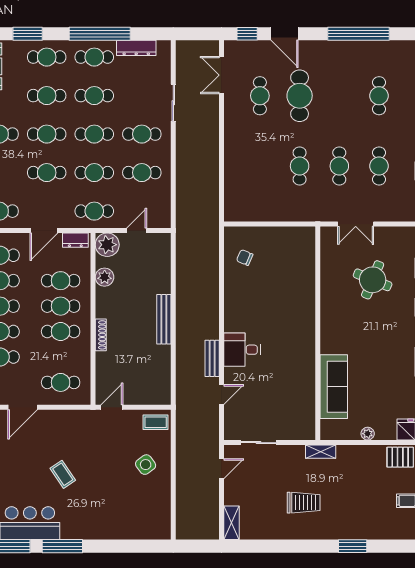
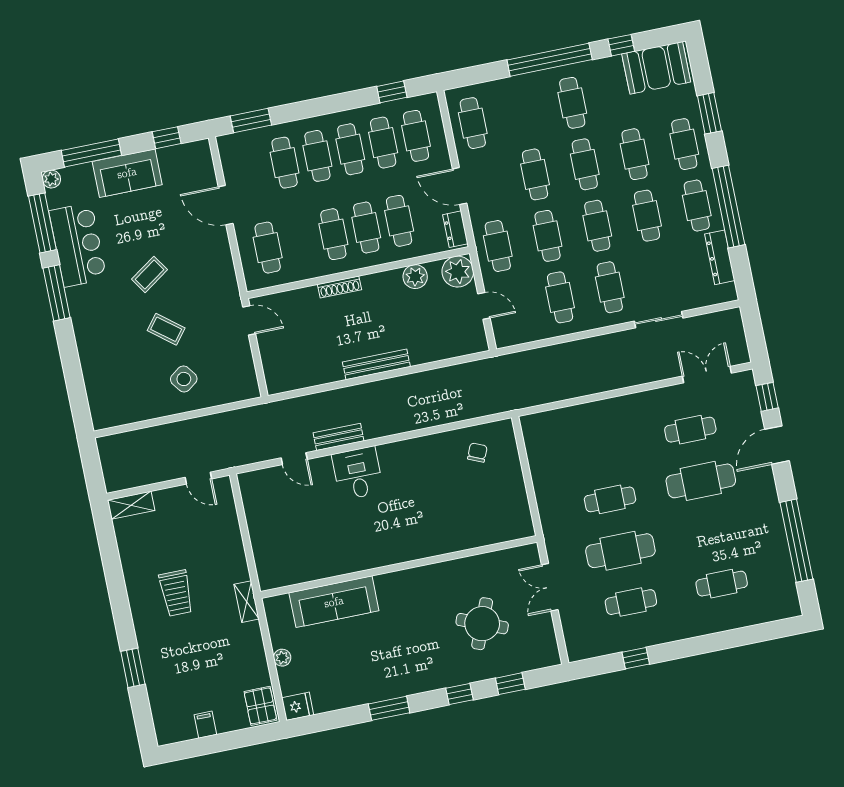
cafe table: (339, 166) -> (620, 551), width x1.37, depth x1.35
coffee table: (156, 422) -> (166, 329), moved, turned -52
sliding door: (259, 443) -> (242, 519), removed

